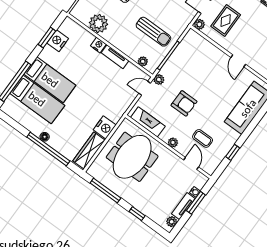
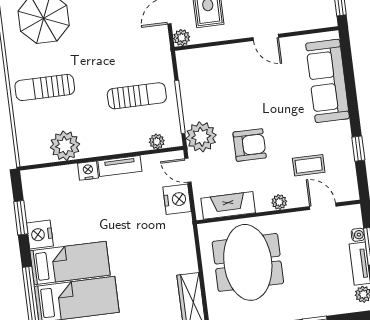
nightstand: (58, 41) -> (40, 234), moved
plant: (159, 80) -> (201, 137), width x1.88, depth x1.88
door: (145, 88) -> (188, 170), hinge flipped
nightstand: (105, 127) -> (177, 199), moved

